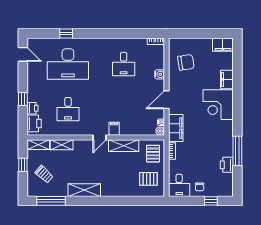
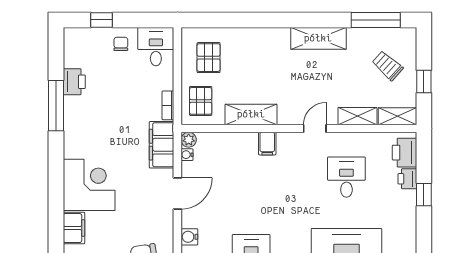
door: (100, 138) -> (315, 128), moved
pallet: (148, 179) -> (209, 58), turned 90

